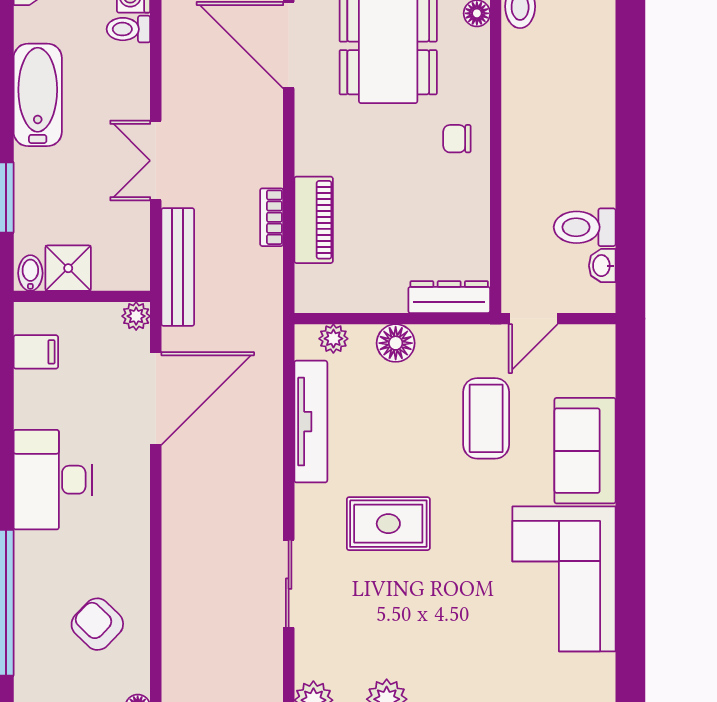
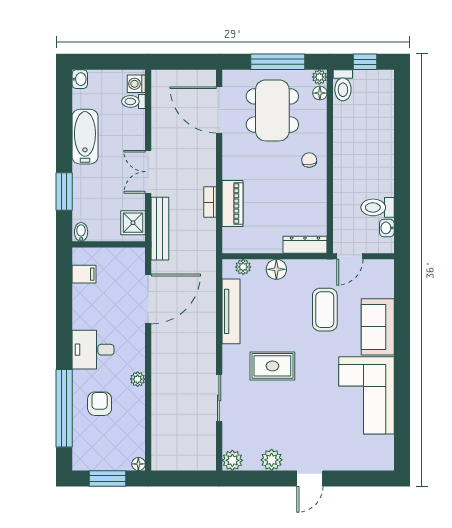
chair: (457, 139) -> (309, 160), turned 84
shower: (68, 268) -> (133, 223), moved
plant: (136, 316) -> (138, 379), moved
desk: (53, 480) -> (93, 350), width x0.73
armchair: (97, 624) -> (100, 404), moved, turned 46

